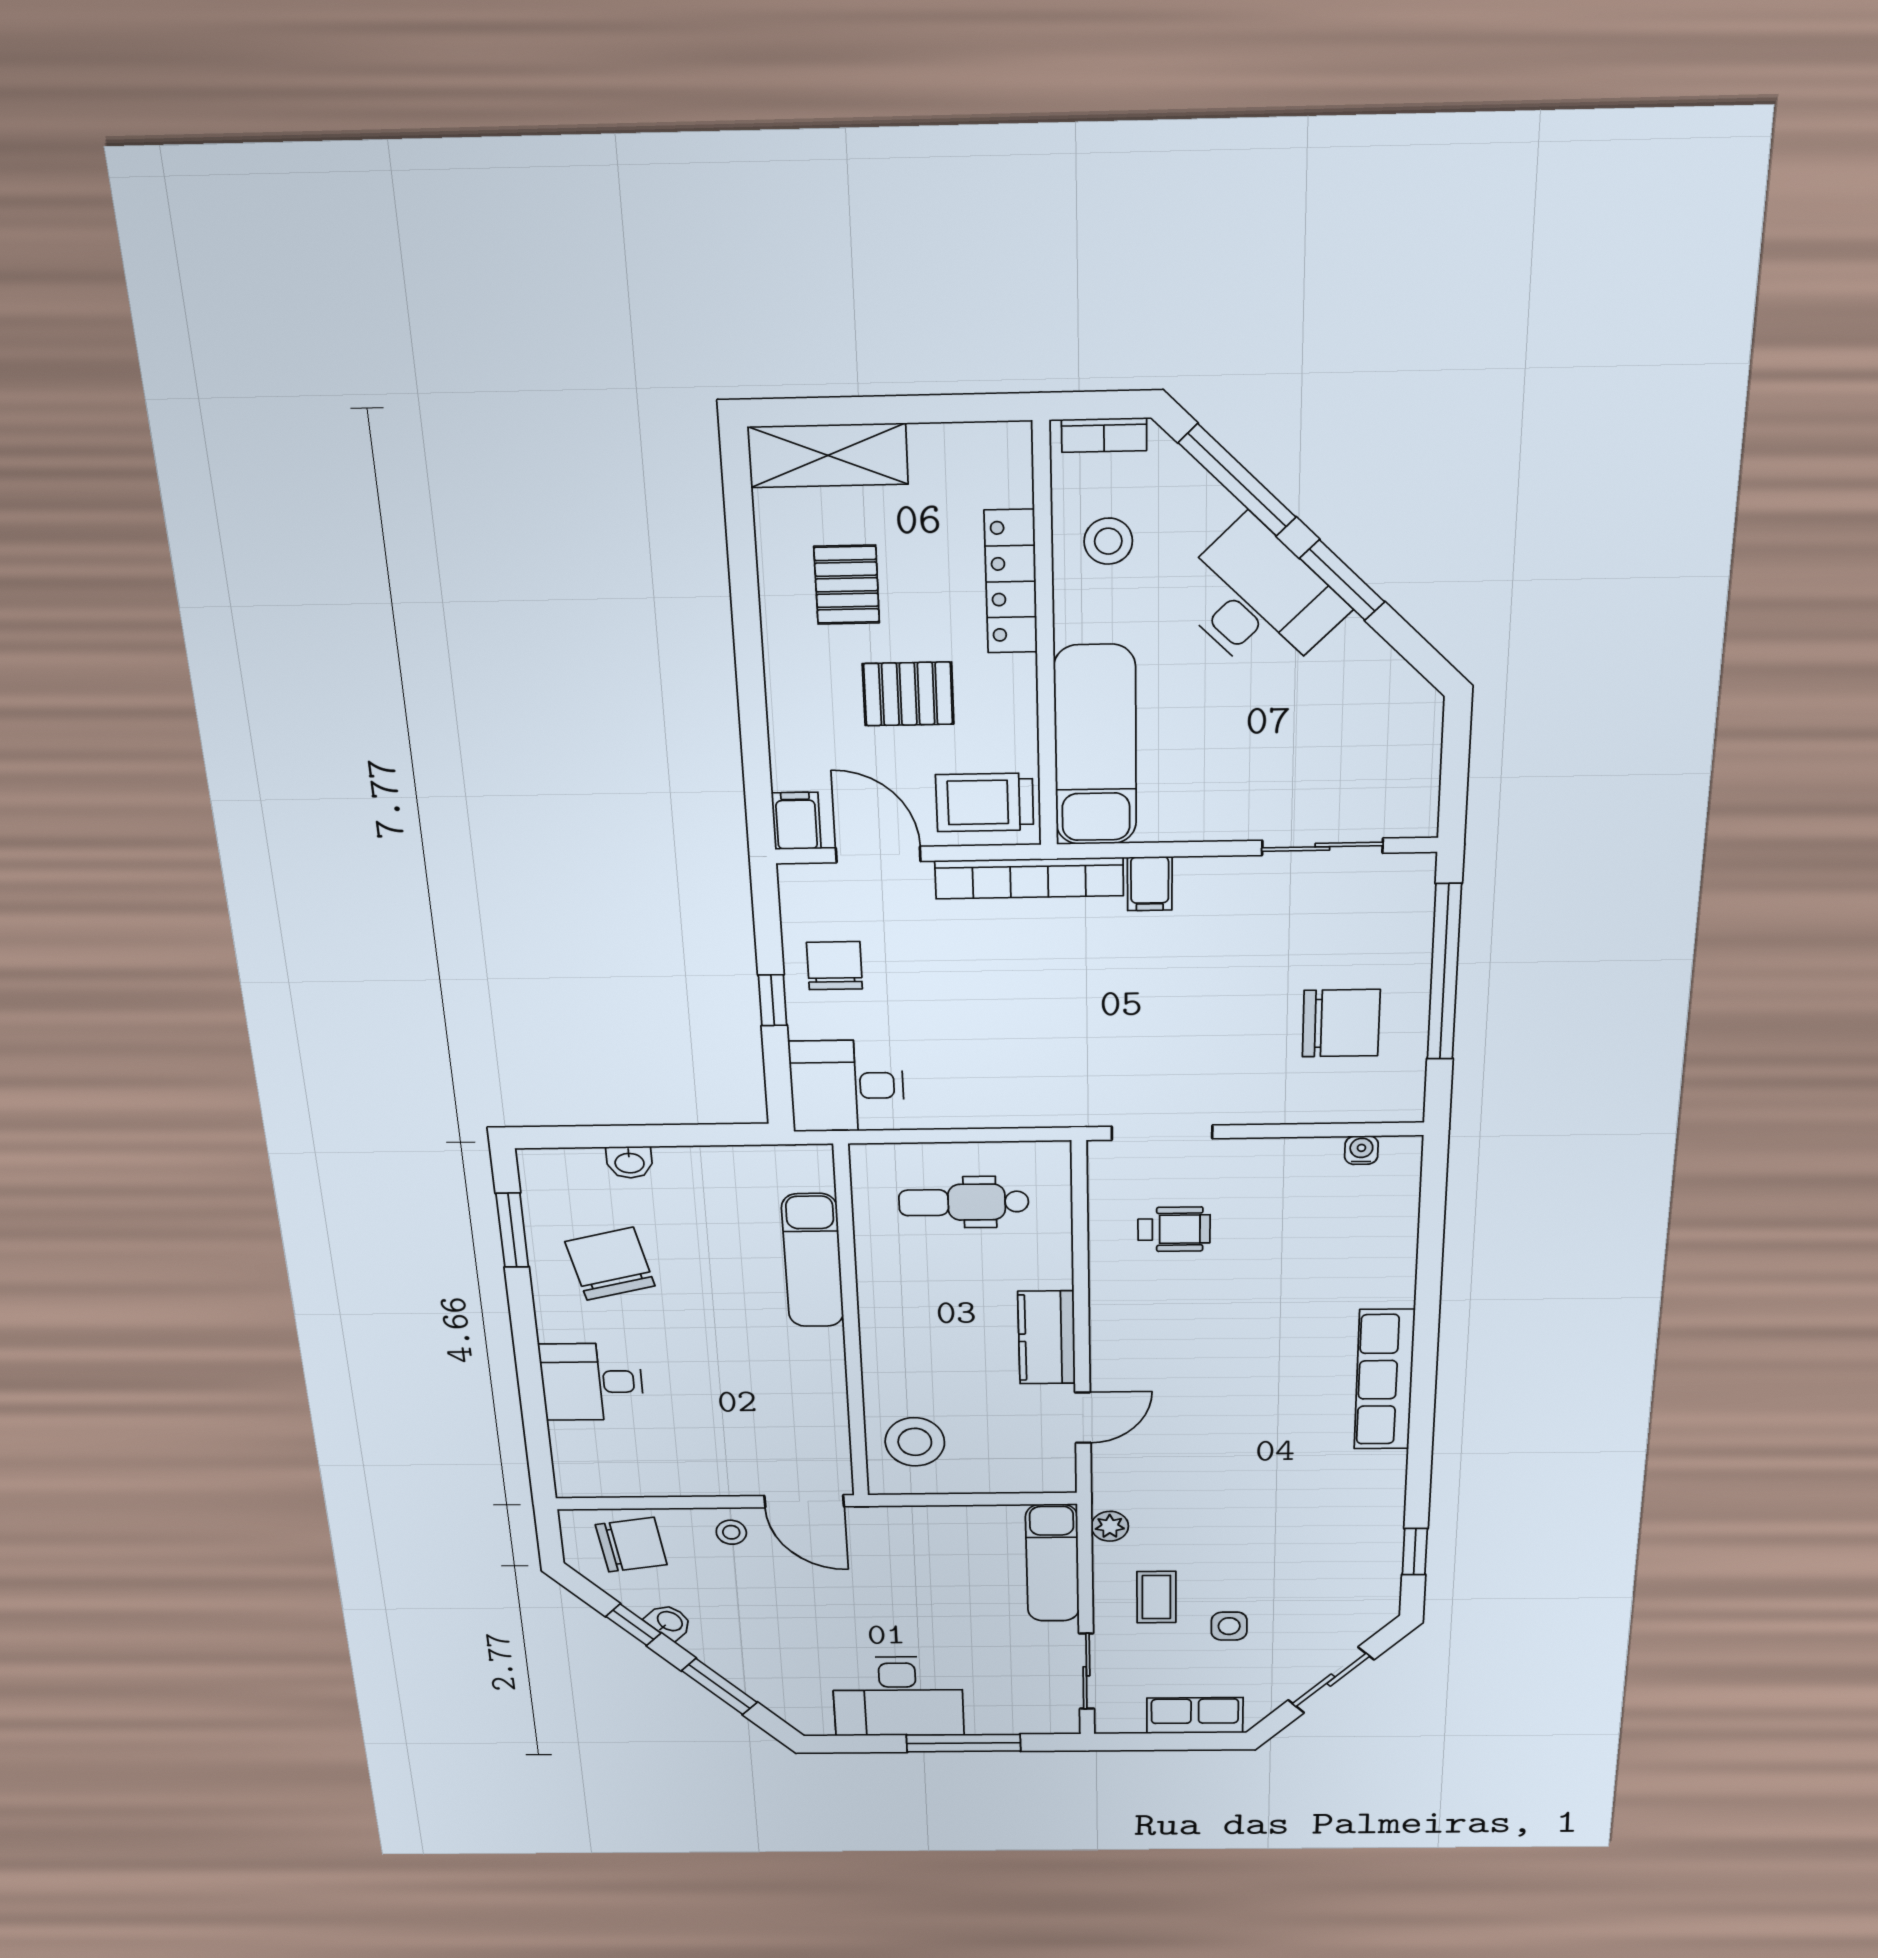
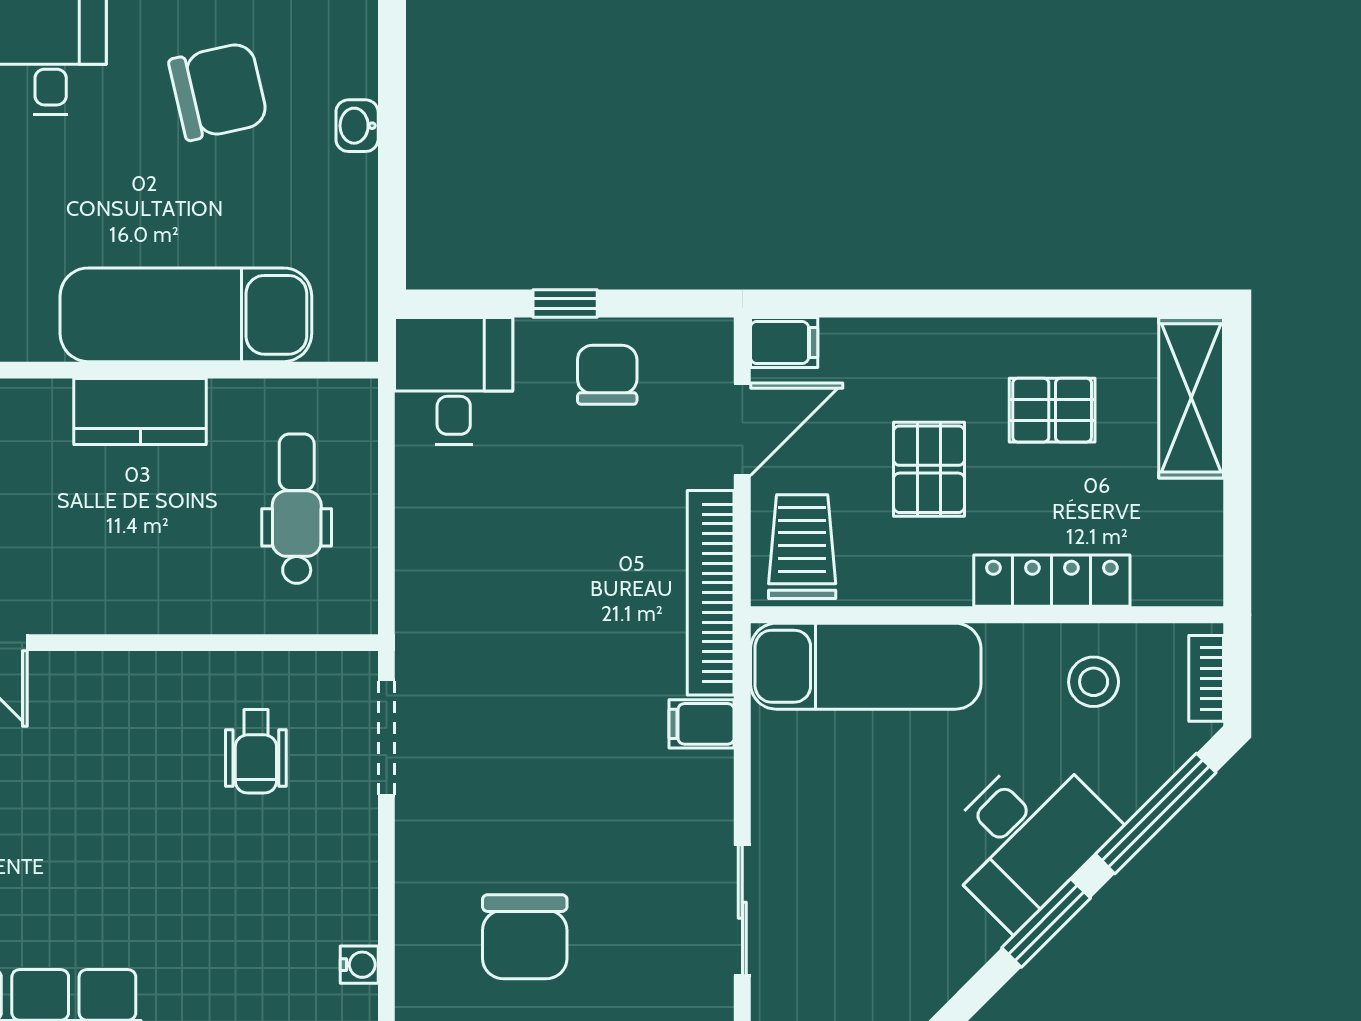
chair: (835, 966) -> (607, 375), turned -90
exam couch: (813, 1261) -> (186, 315), width x1.36, depth x1.45
kitchen counter: (1047, 1338) -> (140, 412), moved, turned 180

